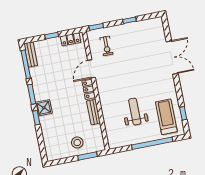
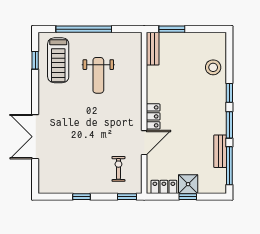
bench: (31, 54) -> (220, 151), moved
shower: (44, 108) -> (188, 184), moved
bench: (94, 112) -> (153, 49), moved
stool: (77, 143) -> (213, 67), moved

